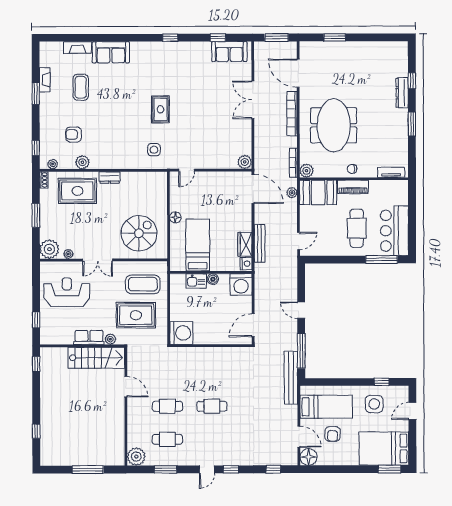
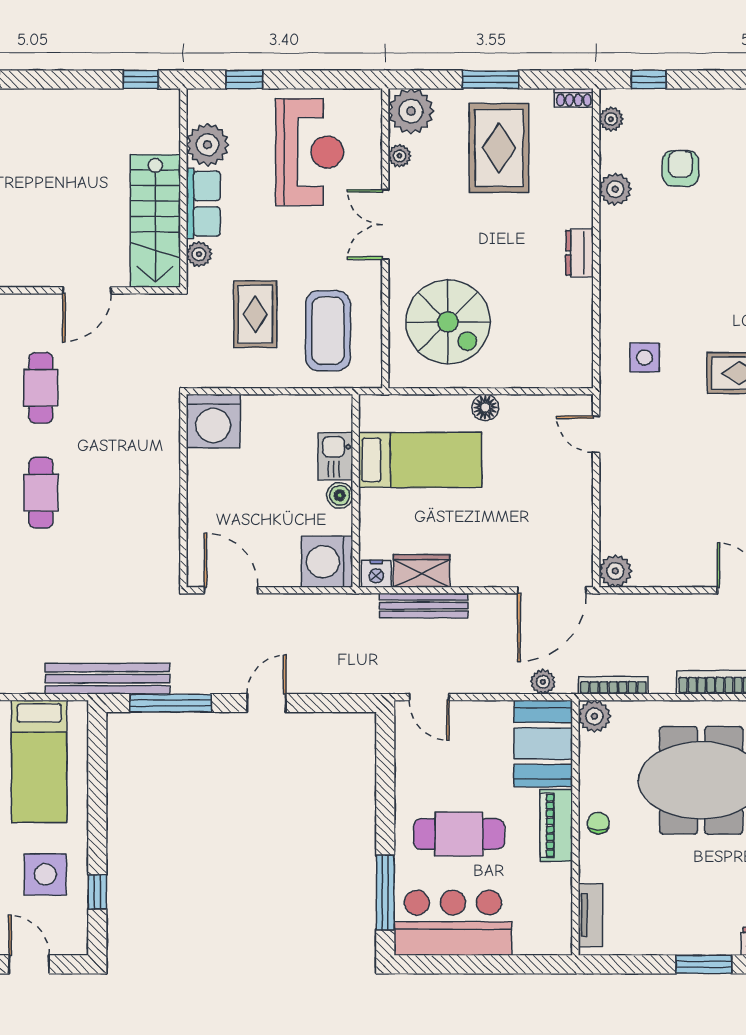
rug: (77, 191) -> (499, 148), moved
rug: (136, 315) -> (255, 314), width x0.73, depth x0.70
plant: (64, 336) -> (208, 145), added

